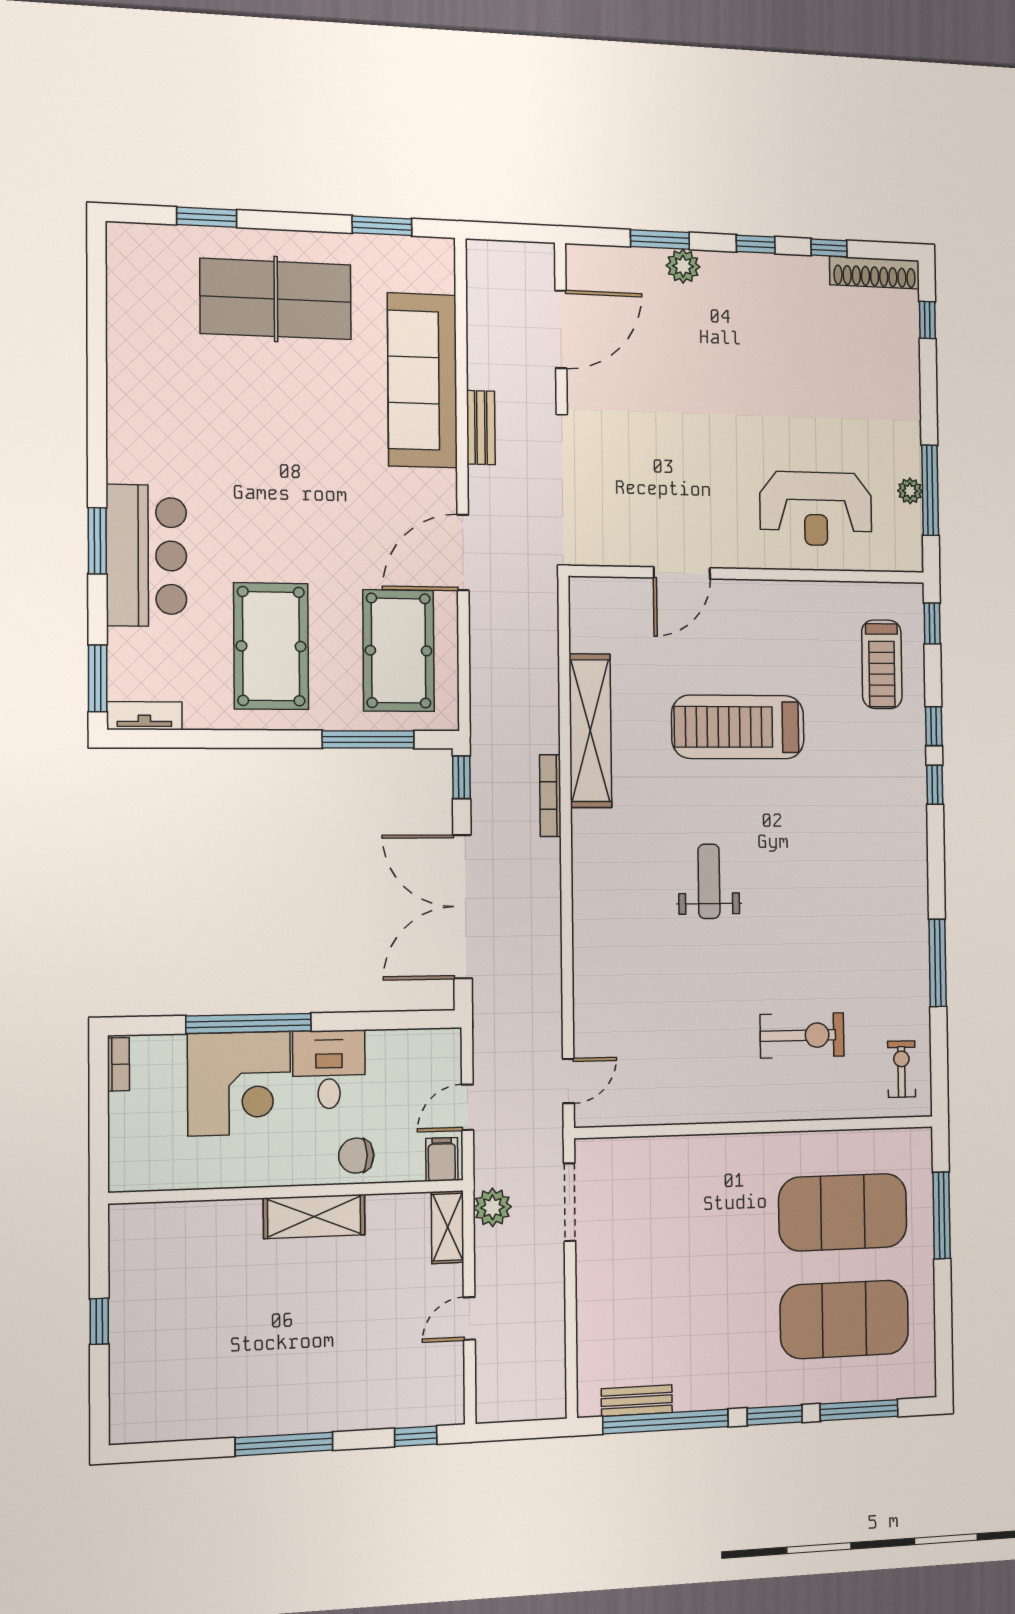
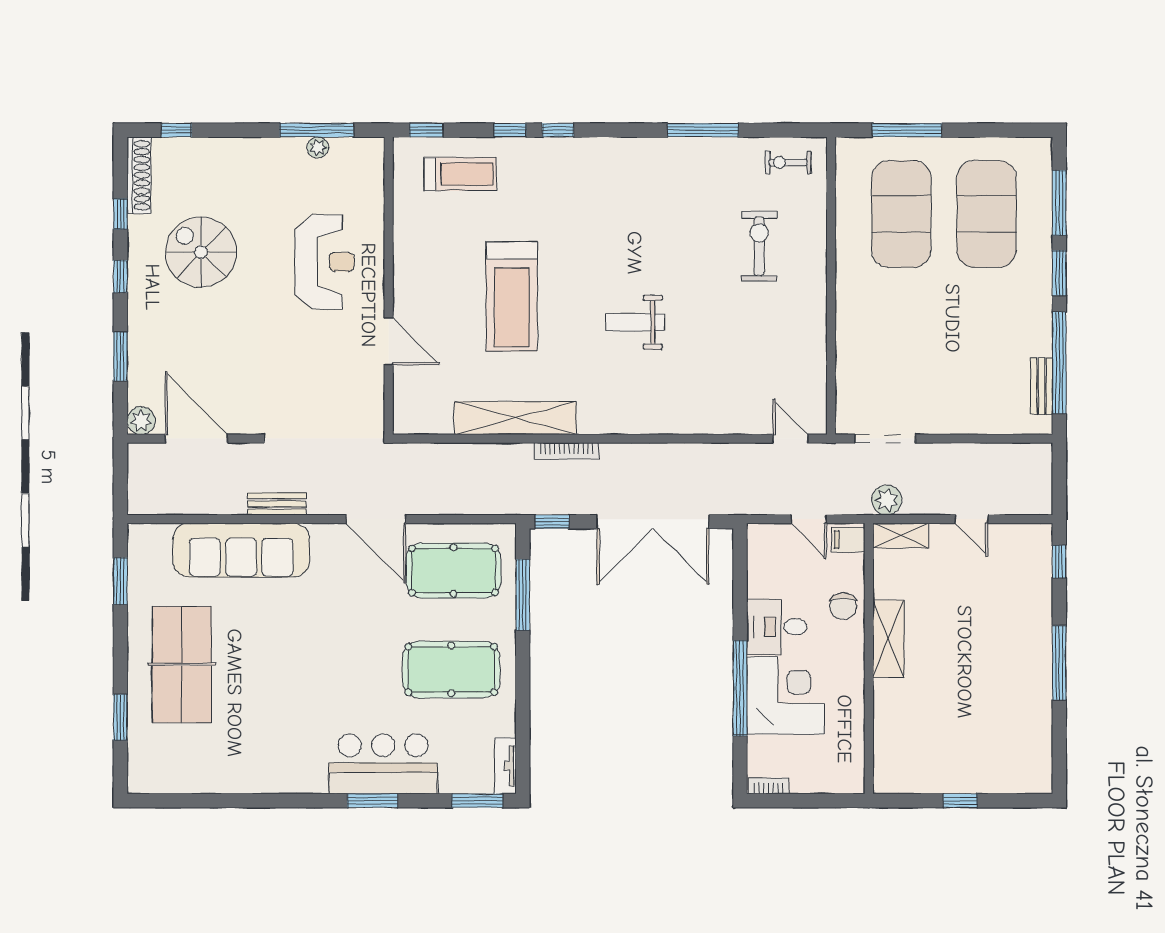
plant: (683, 266) -> (141, 421), moved
spiral stairs: (786, 344) -> (201, 252), added
reception desk: (816, 509) -> (324, 262), moved

